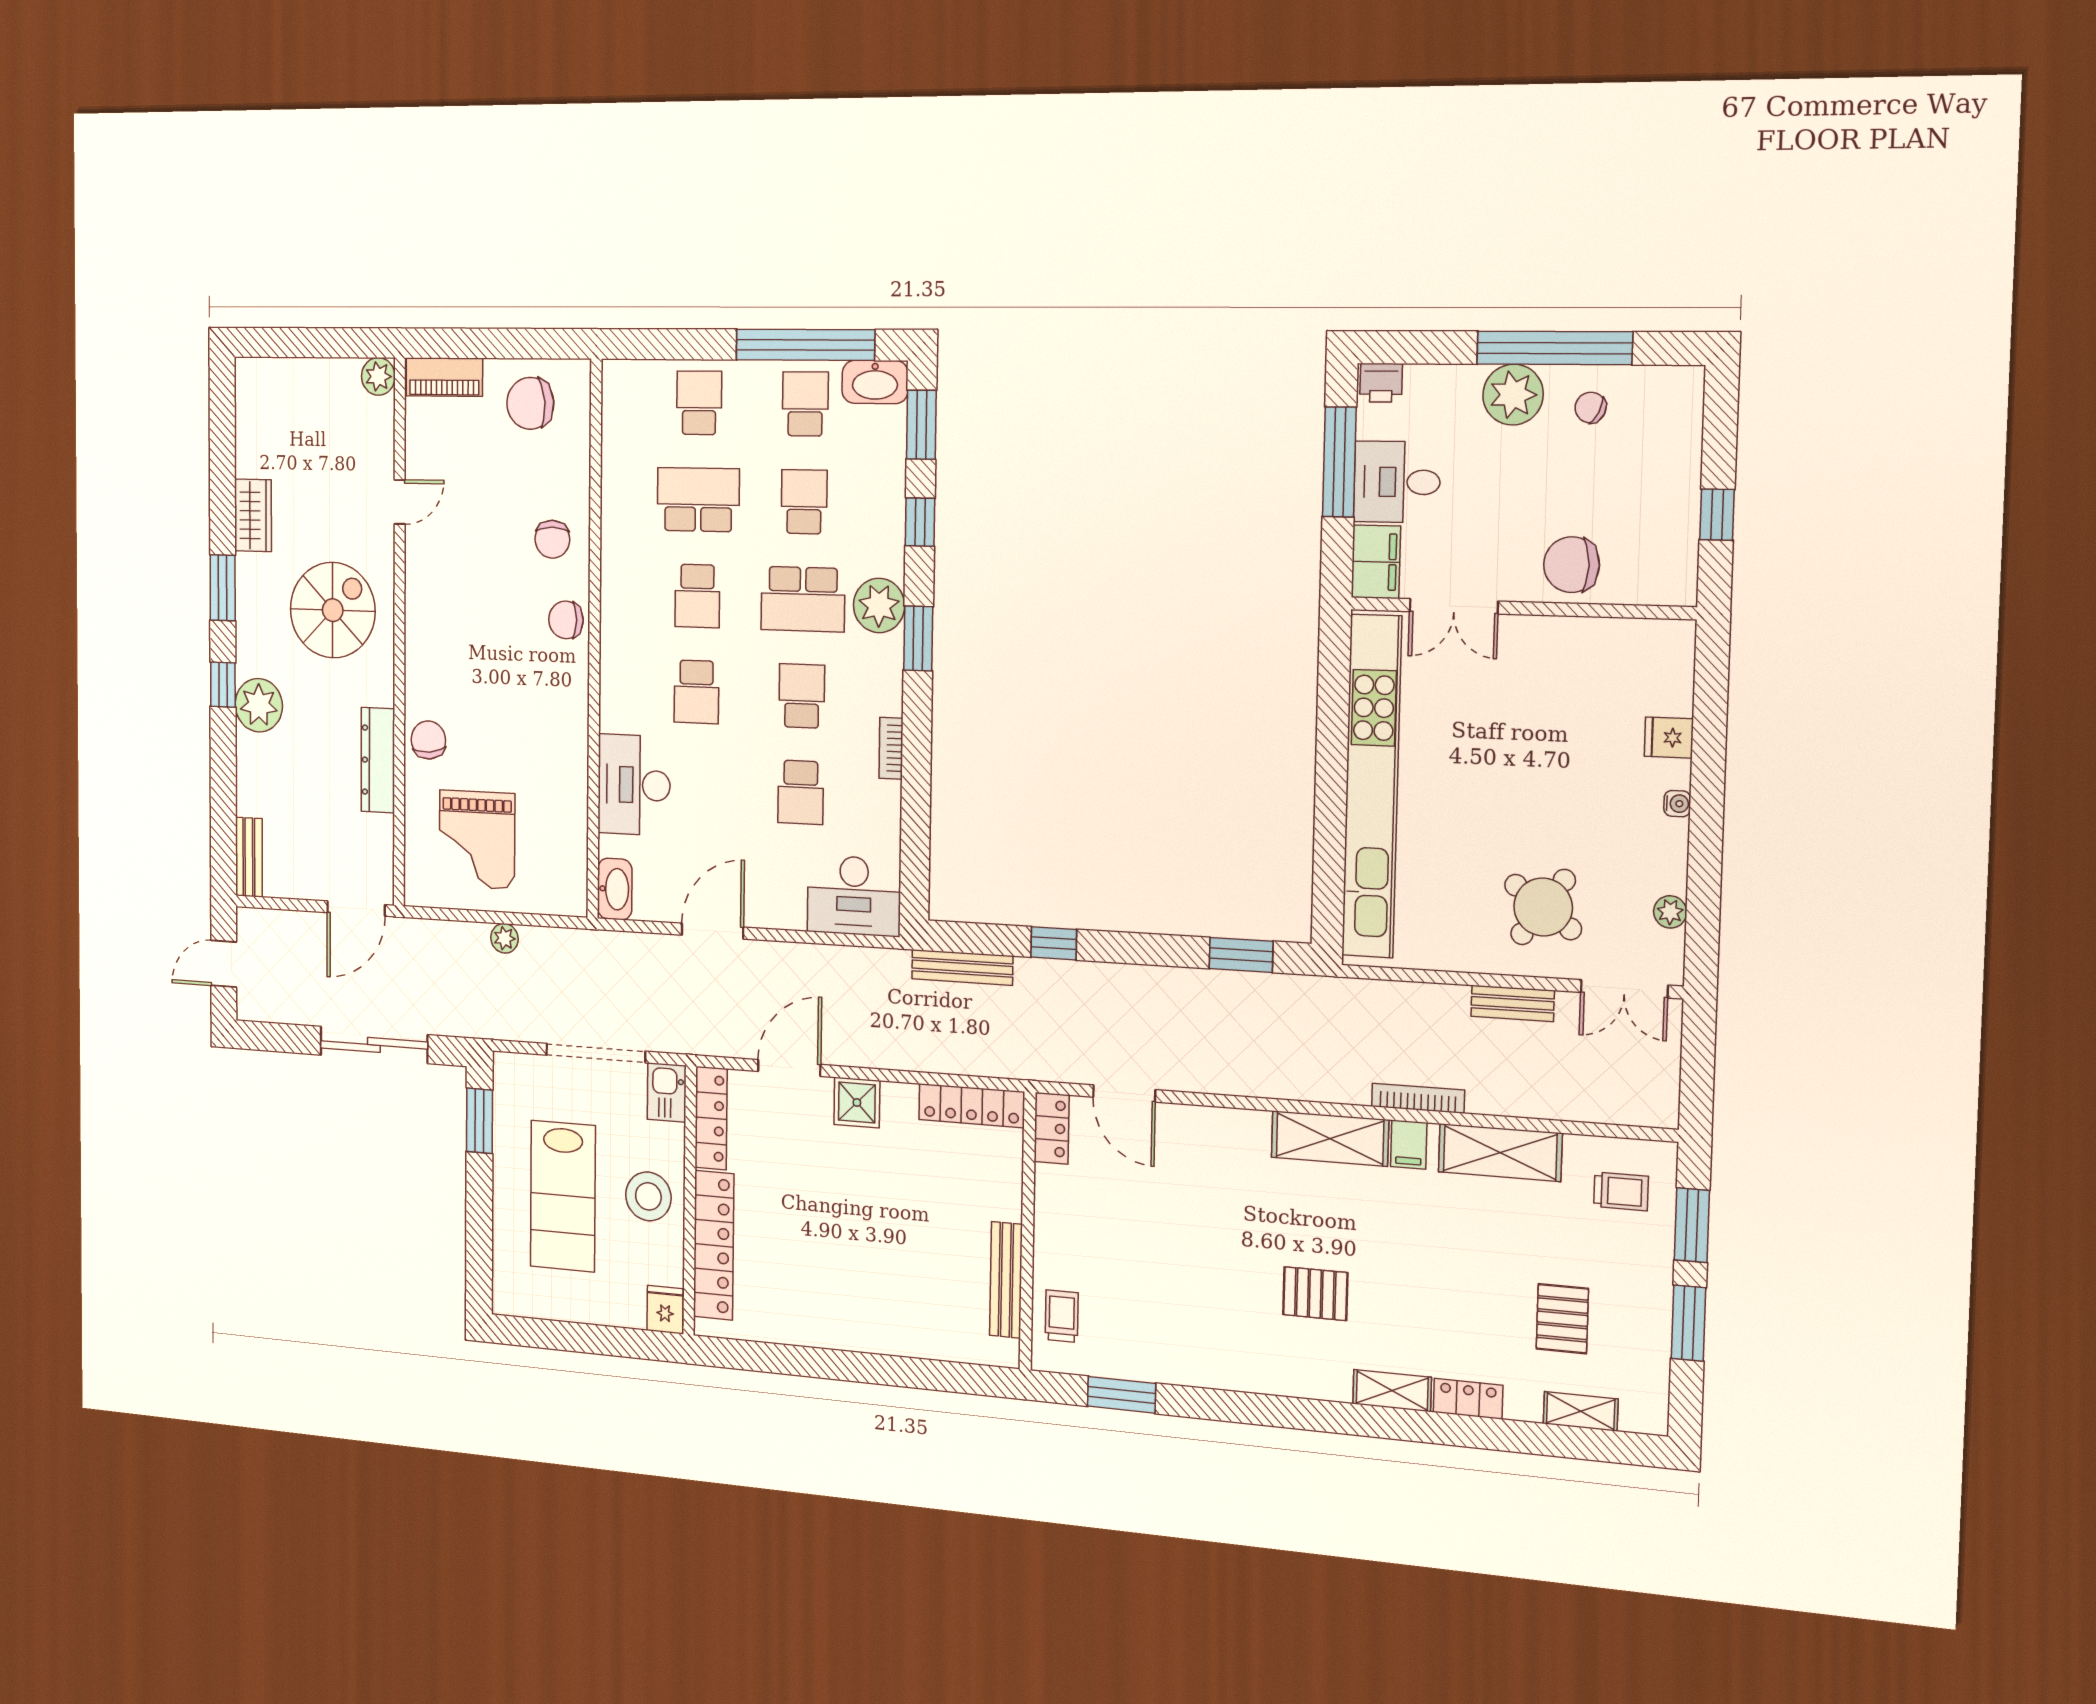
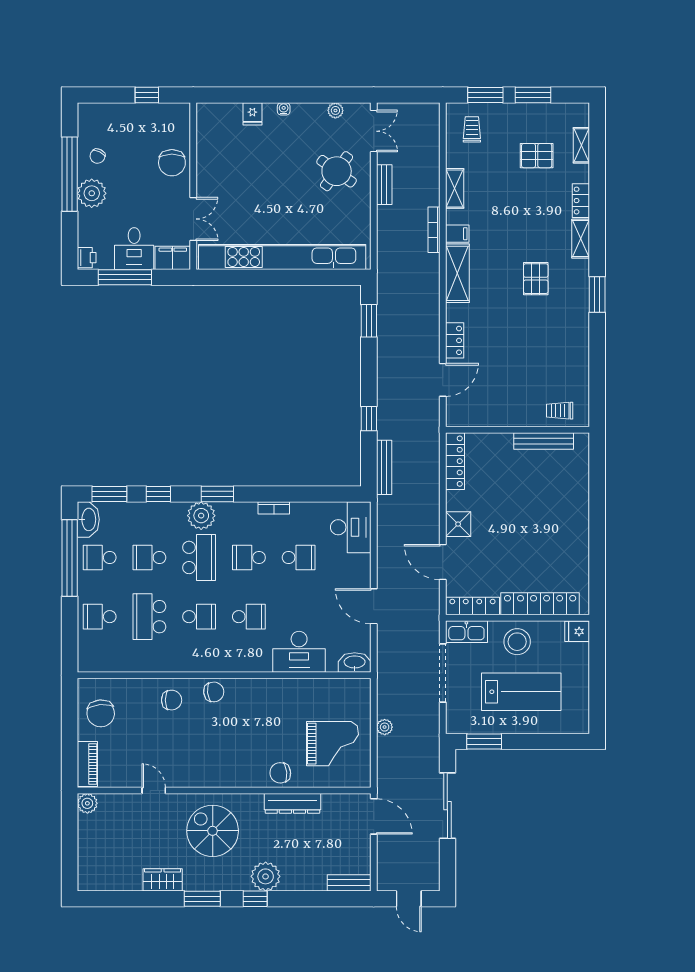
chair: (566, 620) -> (214, 692), turned -96
kitchen sink: (667, 1092) -> (466, 632), width x1.38
locker: (1052, 1128) -> (455, 340), moved, turned 90
shelving: (1500, 1152) -> (455, 188), width x0.67, depth x0.75
window: (1122, 1395) -> (597, 295), moved

